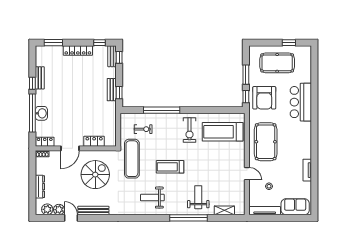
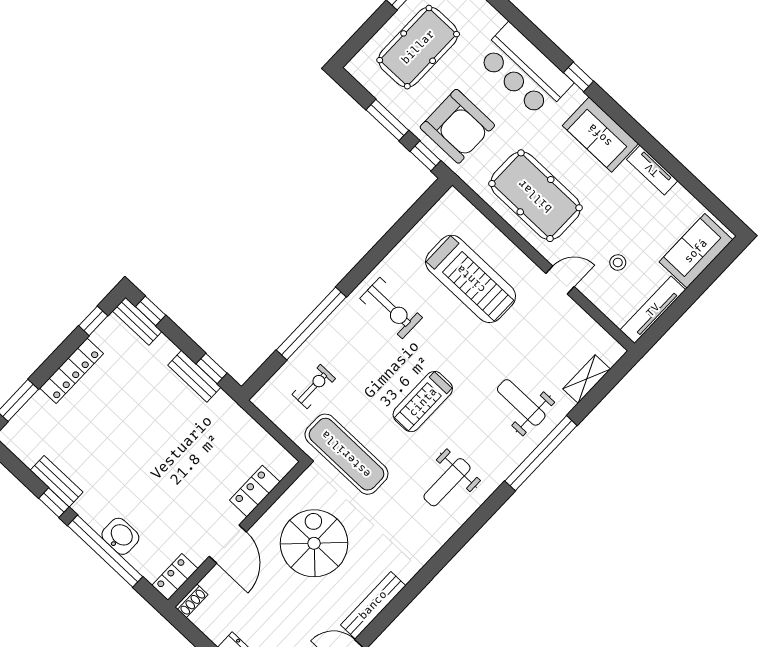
window: (314, 121) -> (579, 77), added
treadmill: (223, 132) -> (471, 279), moved, turned -90
sofa: (303, 144) -> (600, 135), added

